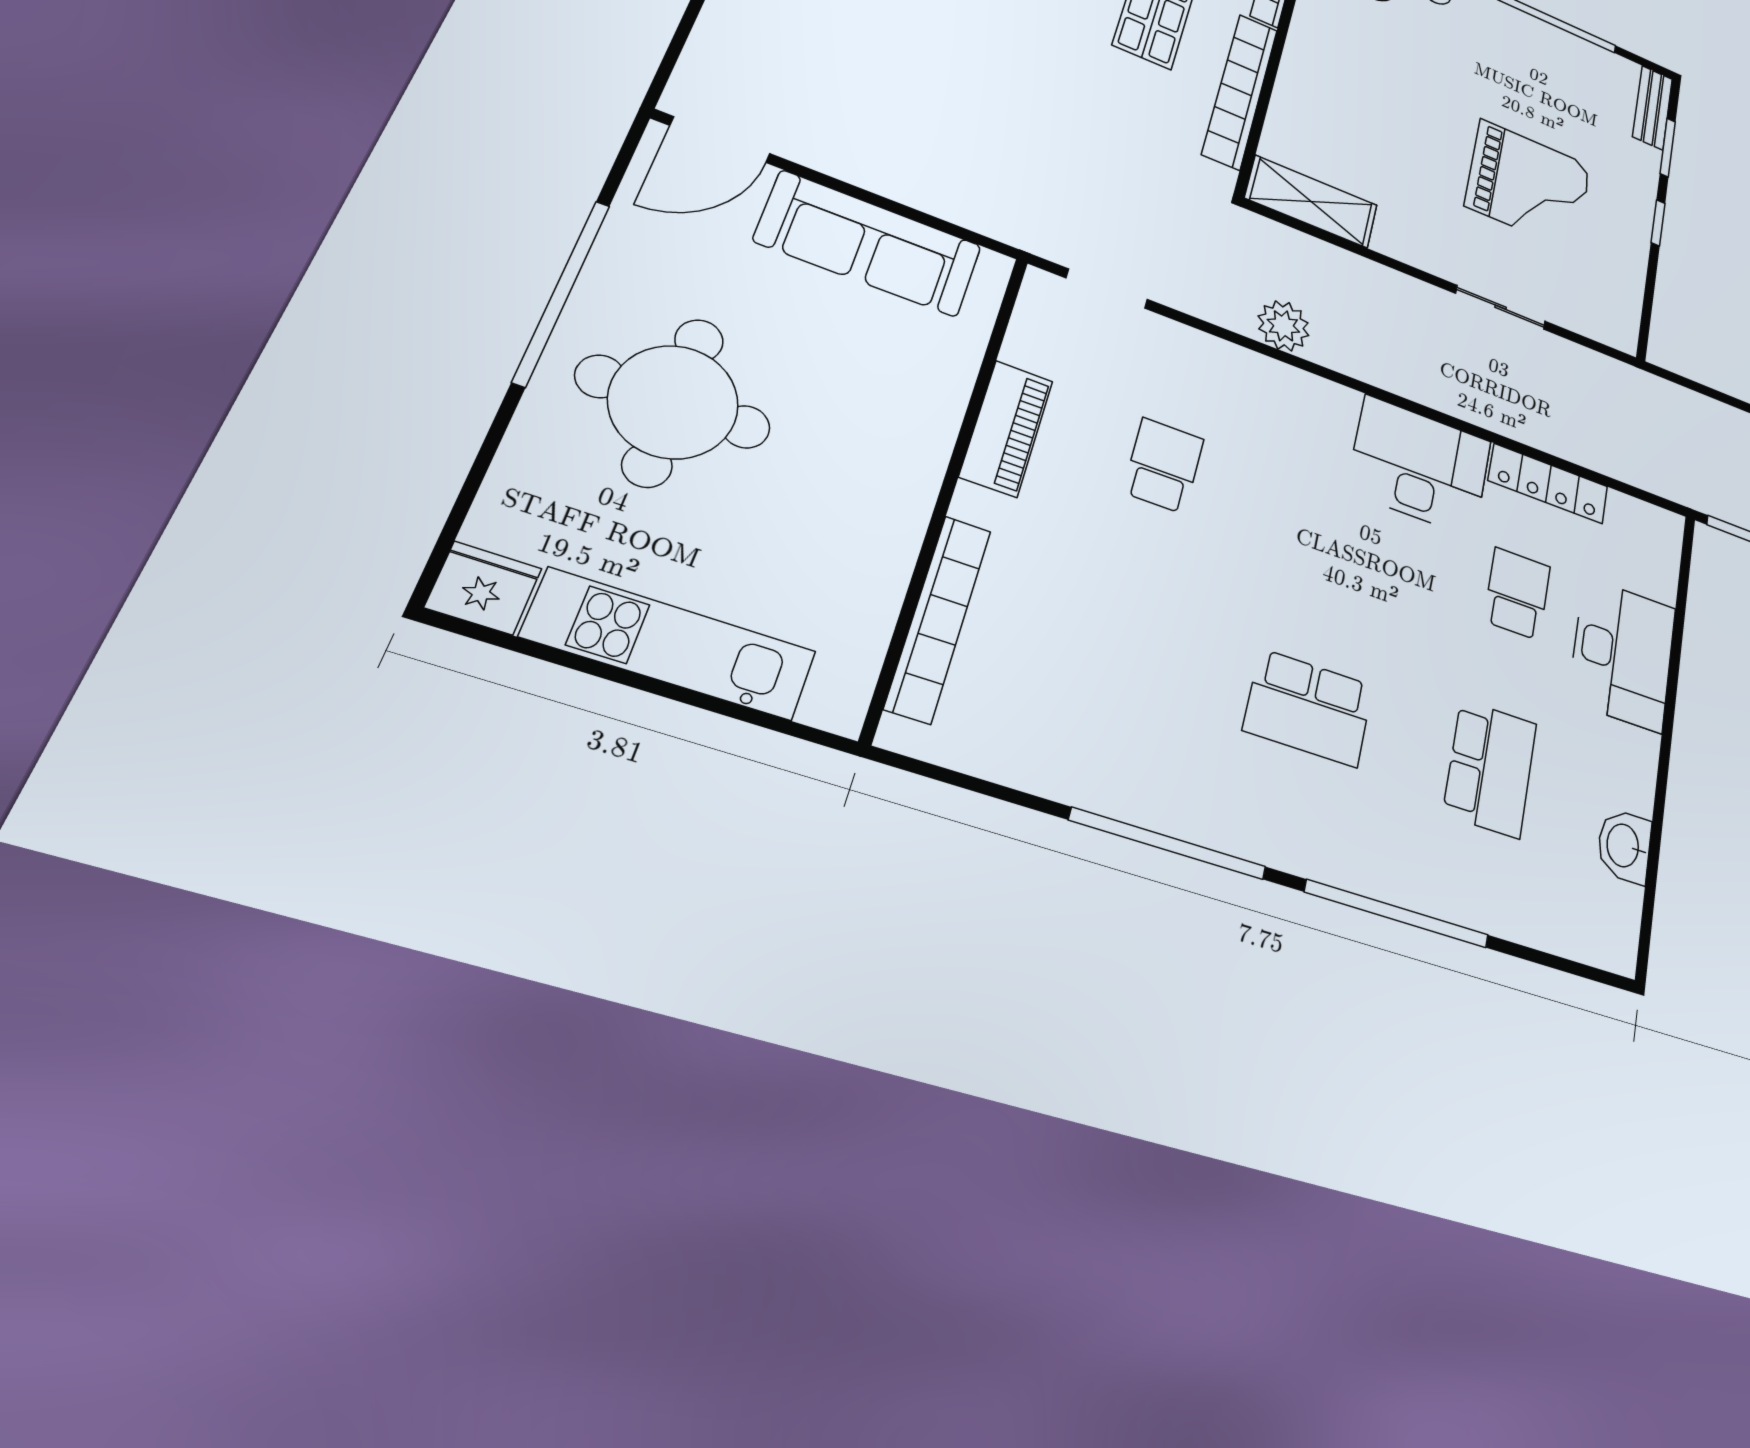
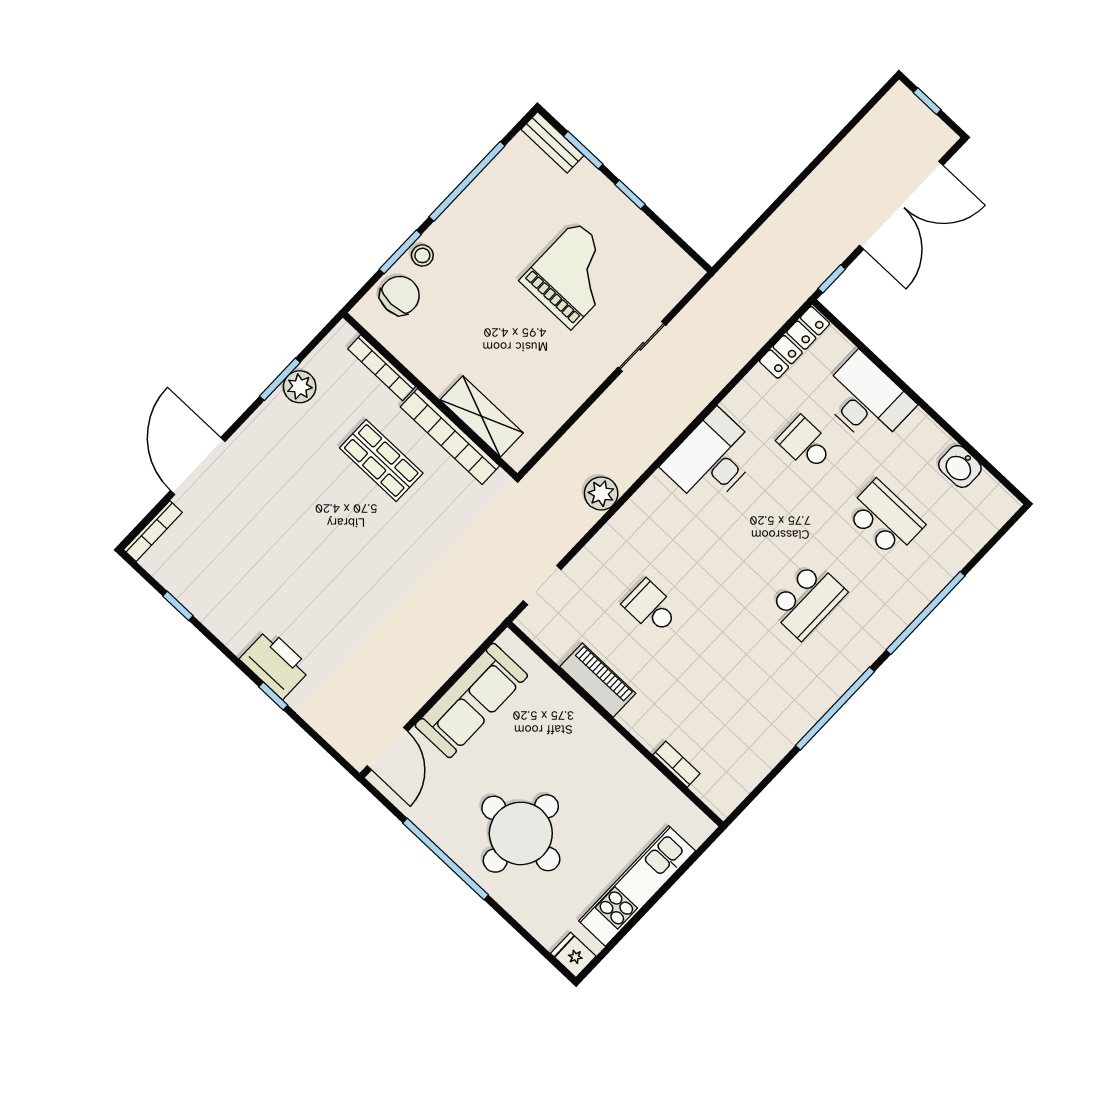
shelving: (1311, 202) -> (482, 416), moved, turned 90
locker: (1548, 484) -> (794, 342), moved
fridge: (483, 588) -> (573, 955), width x0.72
bookcase: (938, 618) -> (676, 764), width x0.43, depth x0.76

